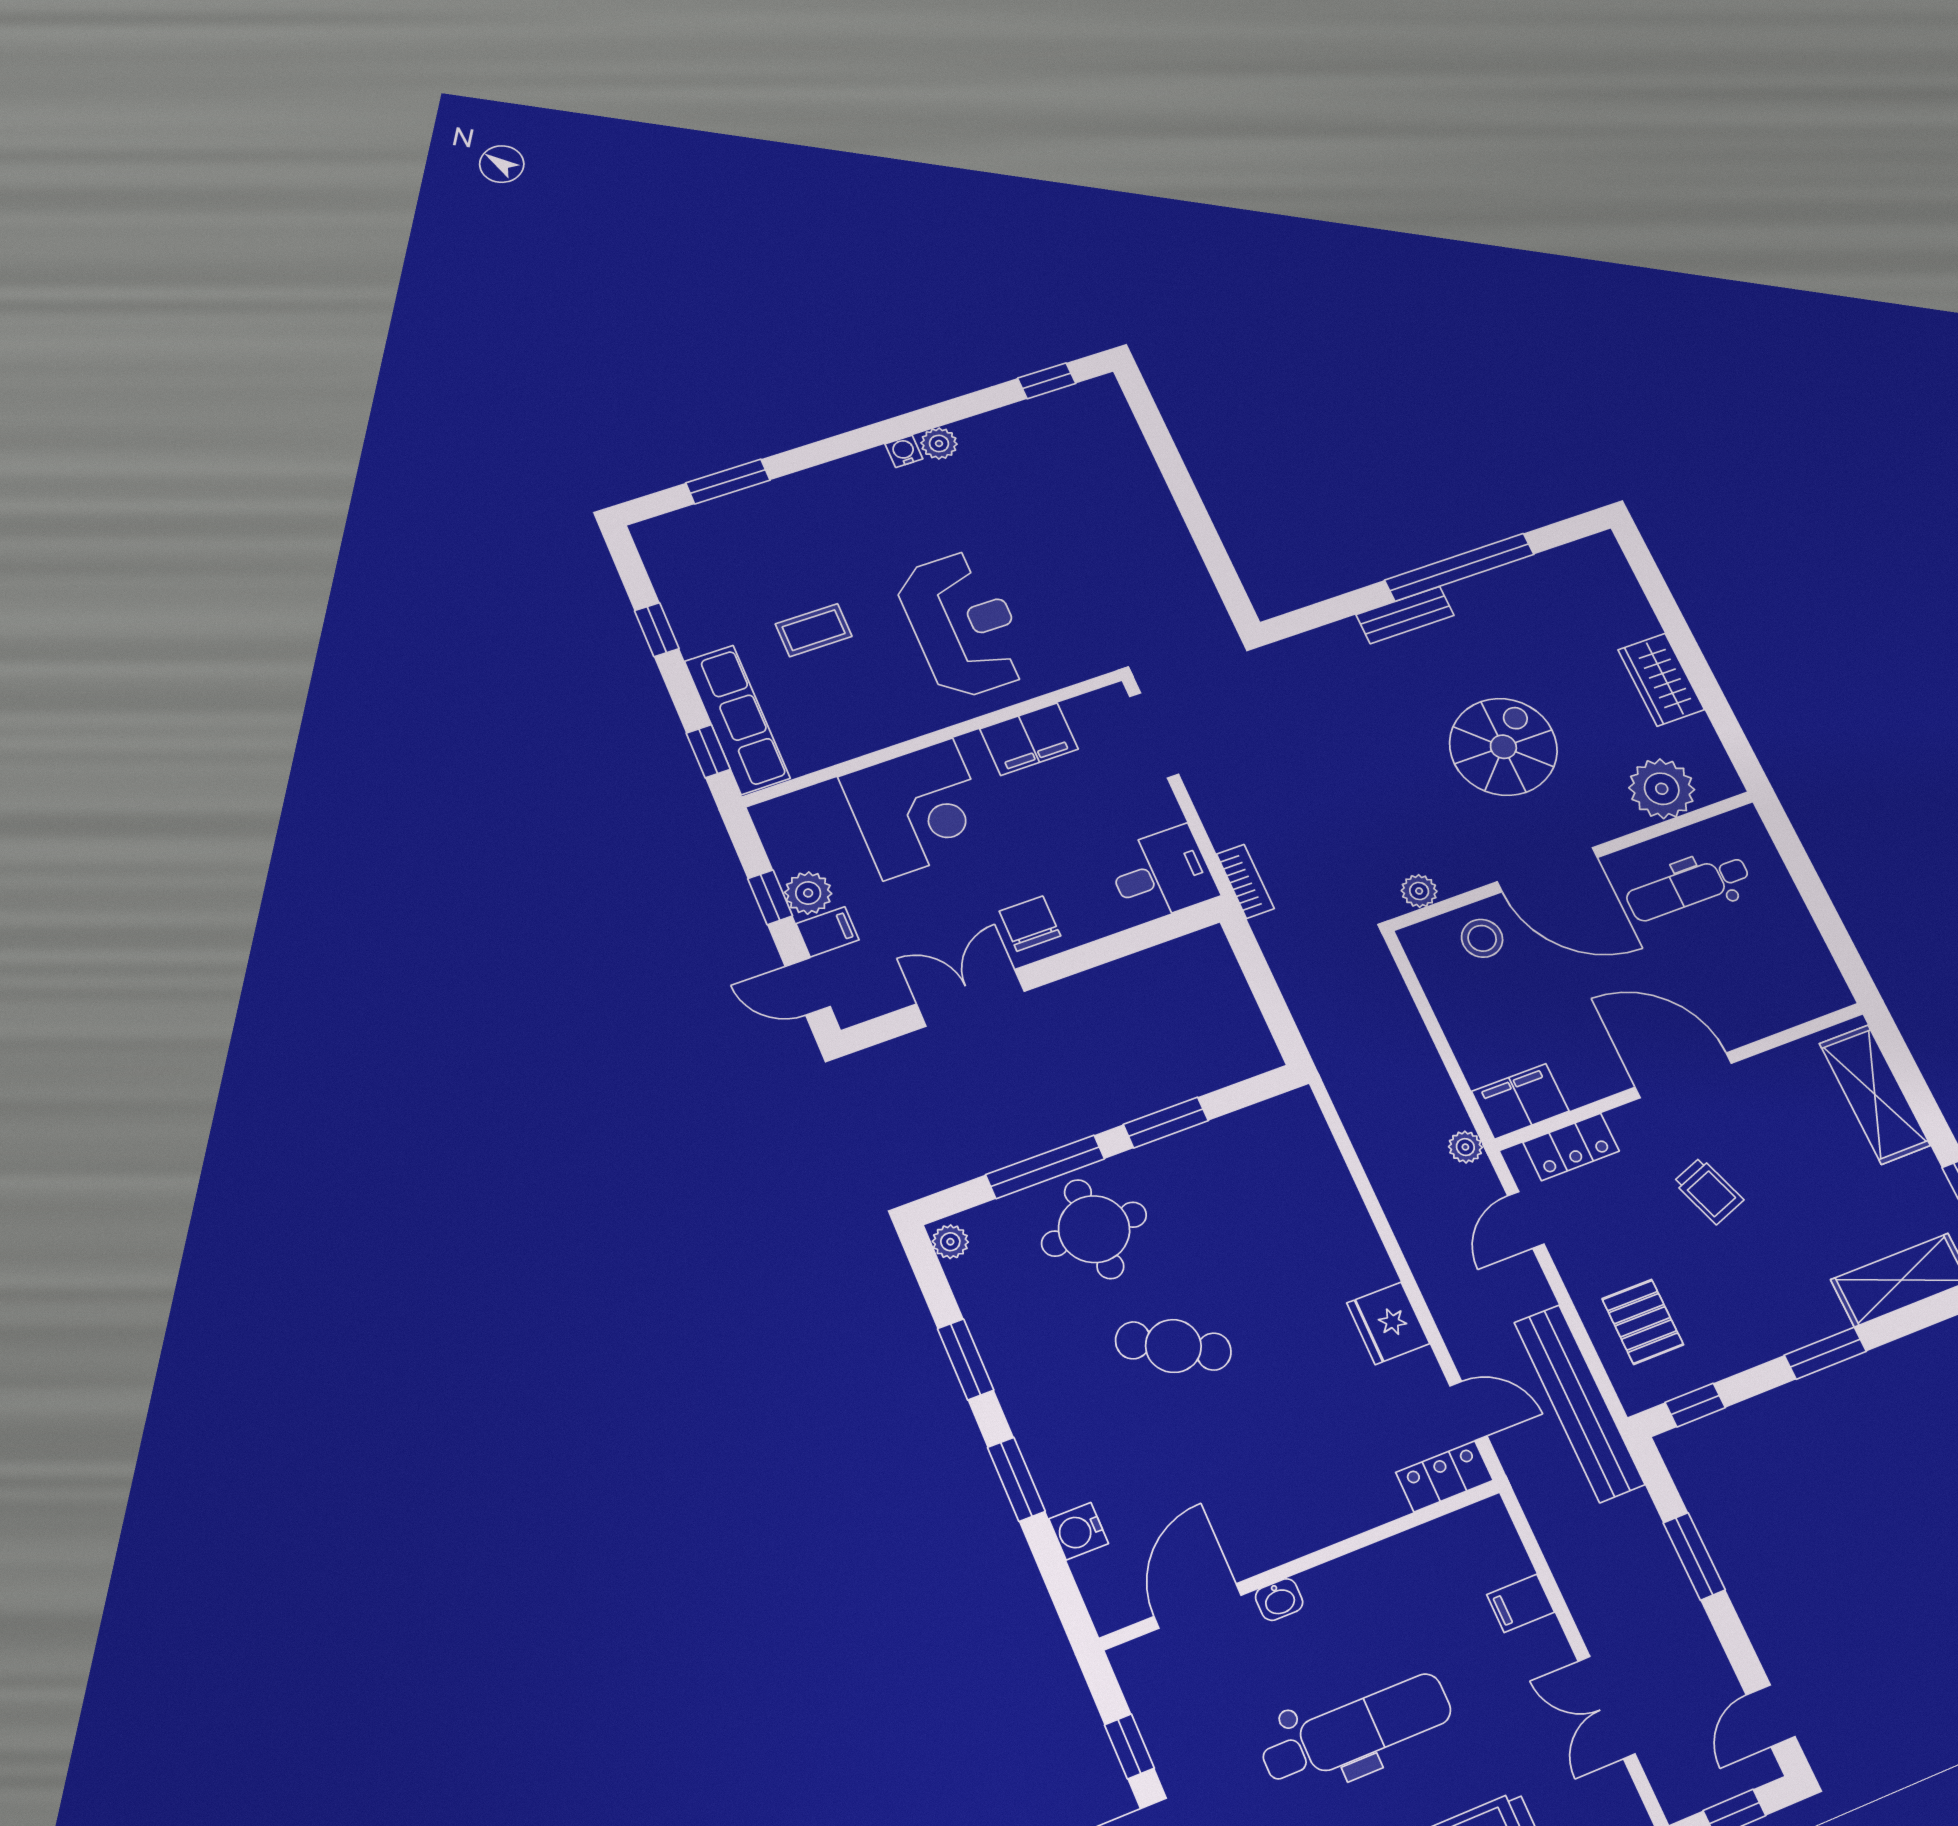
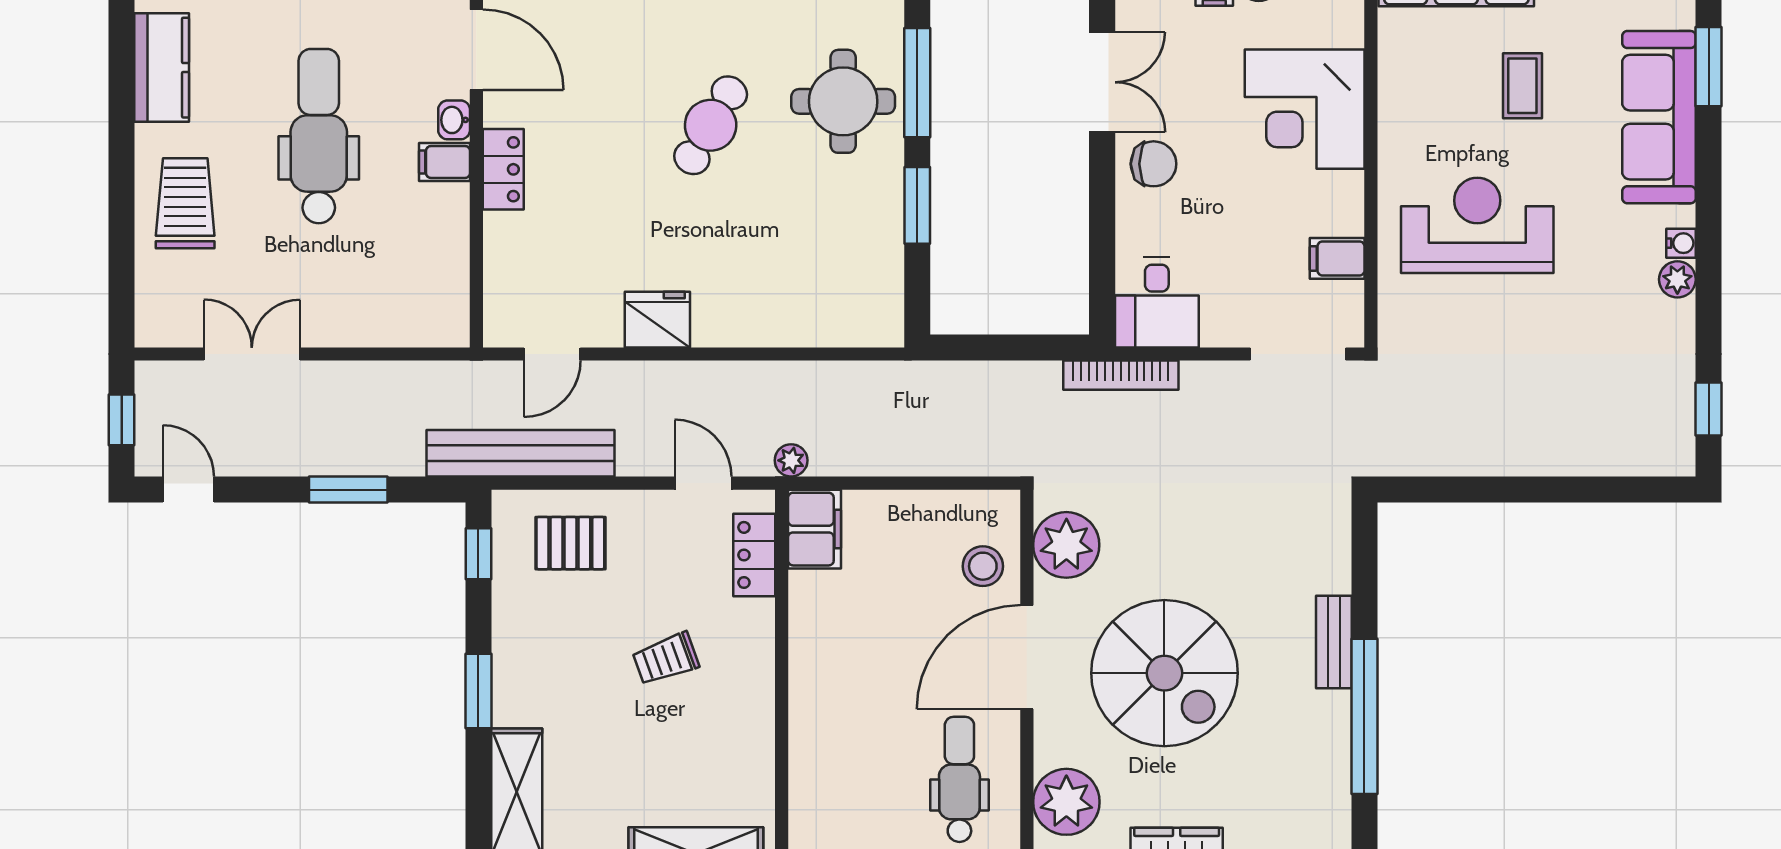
sofa: (794, 507) -> (1659, 117), added
reception desk: (963, 624) -> (1477, 225), turned 180
filing cabinet: (1029, 739) -> (1337, 258), width x0.50
spiral stairs: (1503, 747) -> (1164, 673), width x1.37, depth x1.37
bookcase: (1245, 881) -> (1121, 375), width x1.56
plant: (1419, 891) -> (1066, 545), width x1.87, depth x1.87
door: (1683, 1075) -> (782, 688), removed
locker: (1445, 1476) -> (503, 169), moved
filing cabinet: (1521, 1603) -> (444, 162), moved, turned -90
dental chair: (1356, 1730) -> (319, 136), turned 180

